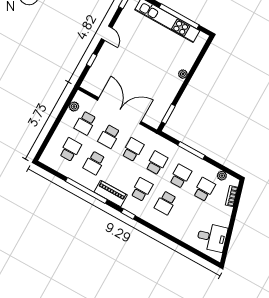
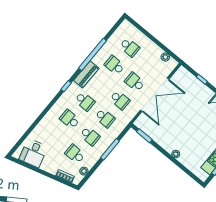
school desk: (85, 123) -> (150, 64), removed
school desk: (204, 190) -> (75, 154), turned 180

